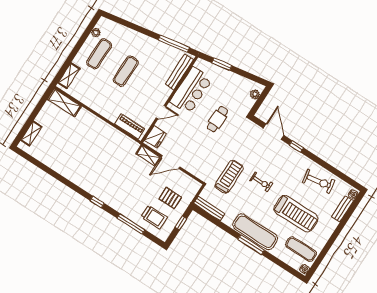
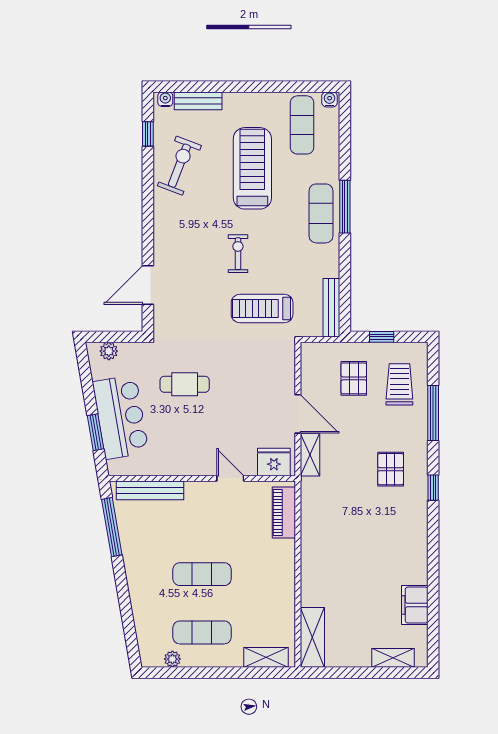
bar counter: (191, 90) -> (121, 417), moved, turned 80
window: (296, 146) -> (148, 134), moved
filing cabinet: (49, 159) -> (415, 605), added
exercise bike: (319, 181) -> (179, 166), turned 31
pallet: (118, 188) -> (391, 469), added
exercise mat: (255, 232) -> (321, 213), width x0.73, depth x0.69

